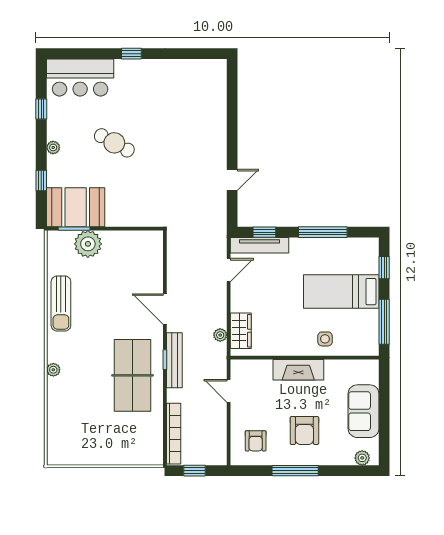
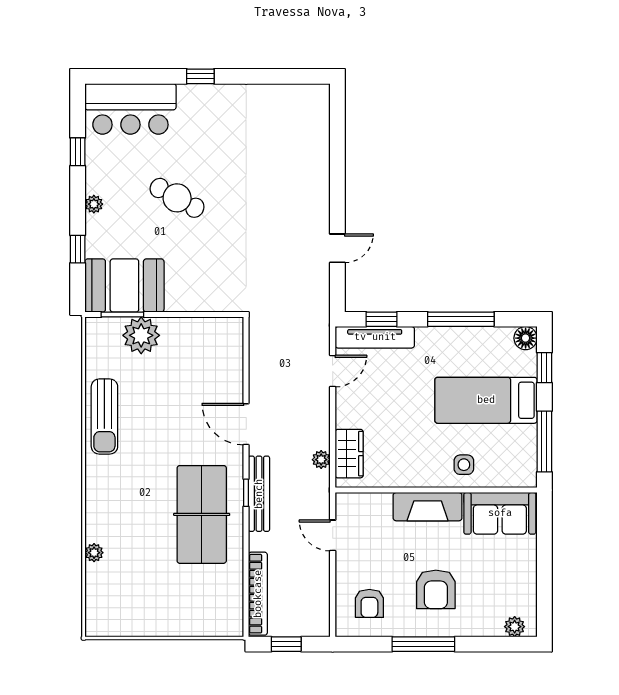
floor lamp: (370, 246) -> (526, 338), added
plant: (53, 370) -> (94, 553), moved
sofa: (364, 411) -> (500, 513), moved, turned -90

